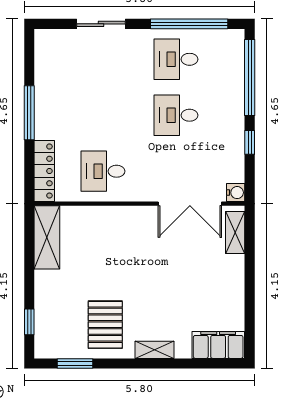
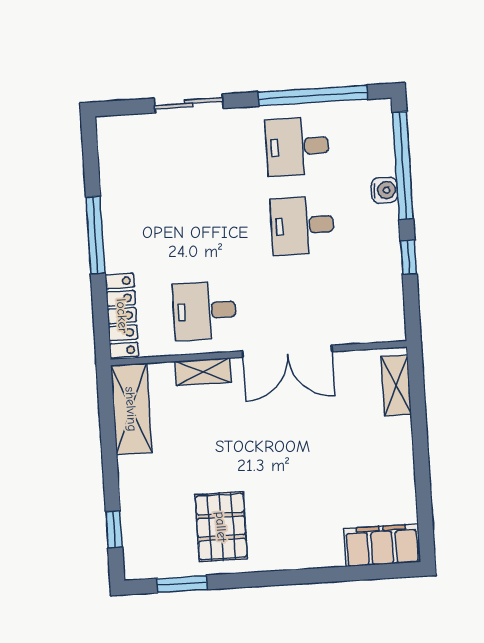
water cooler: (236, 193) -> (384, 190), moved
double door: (190, 204) -> (287, 351), moved
shelving: (154, 350) -> (203, 372), moved

